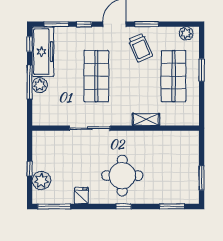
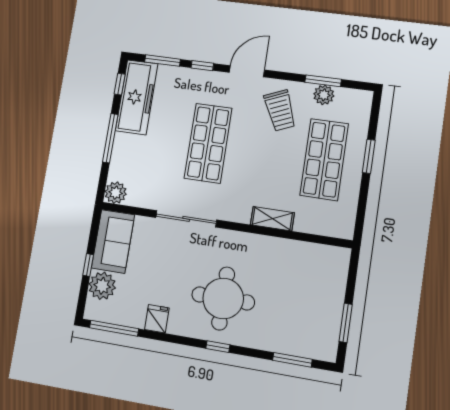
window: (147, 24) -> (323, 81), moved
plant: (186, 34) -> (324, 95), moved
plant: (40, 85) -> (116, 193), moved
sofa: (44, 151) -> (113, 241), added

